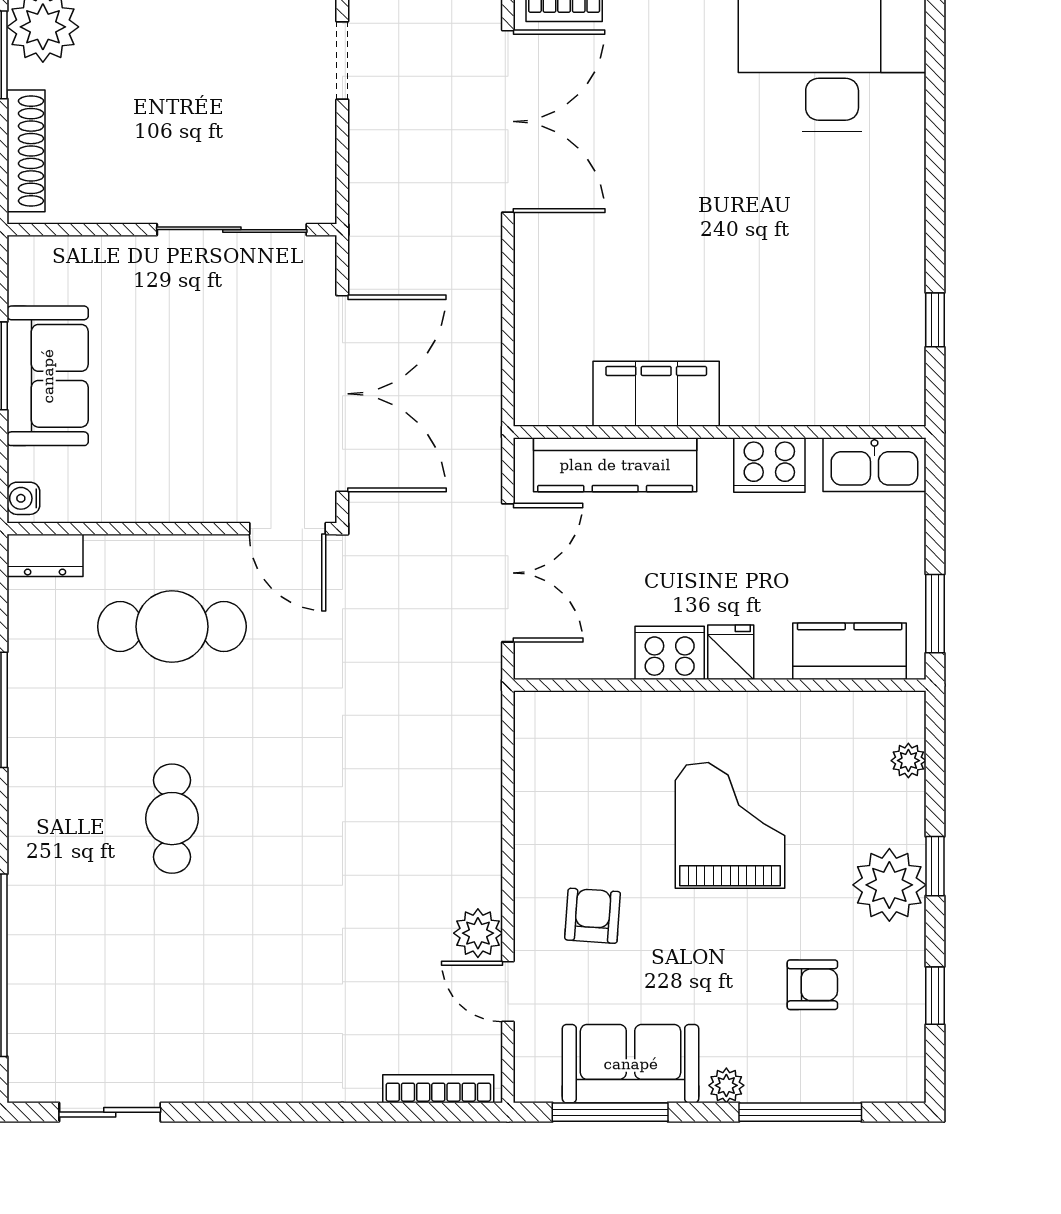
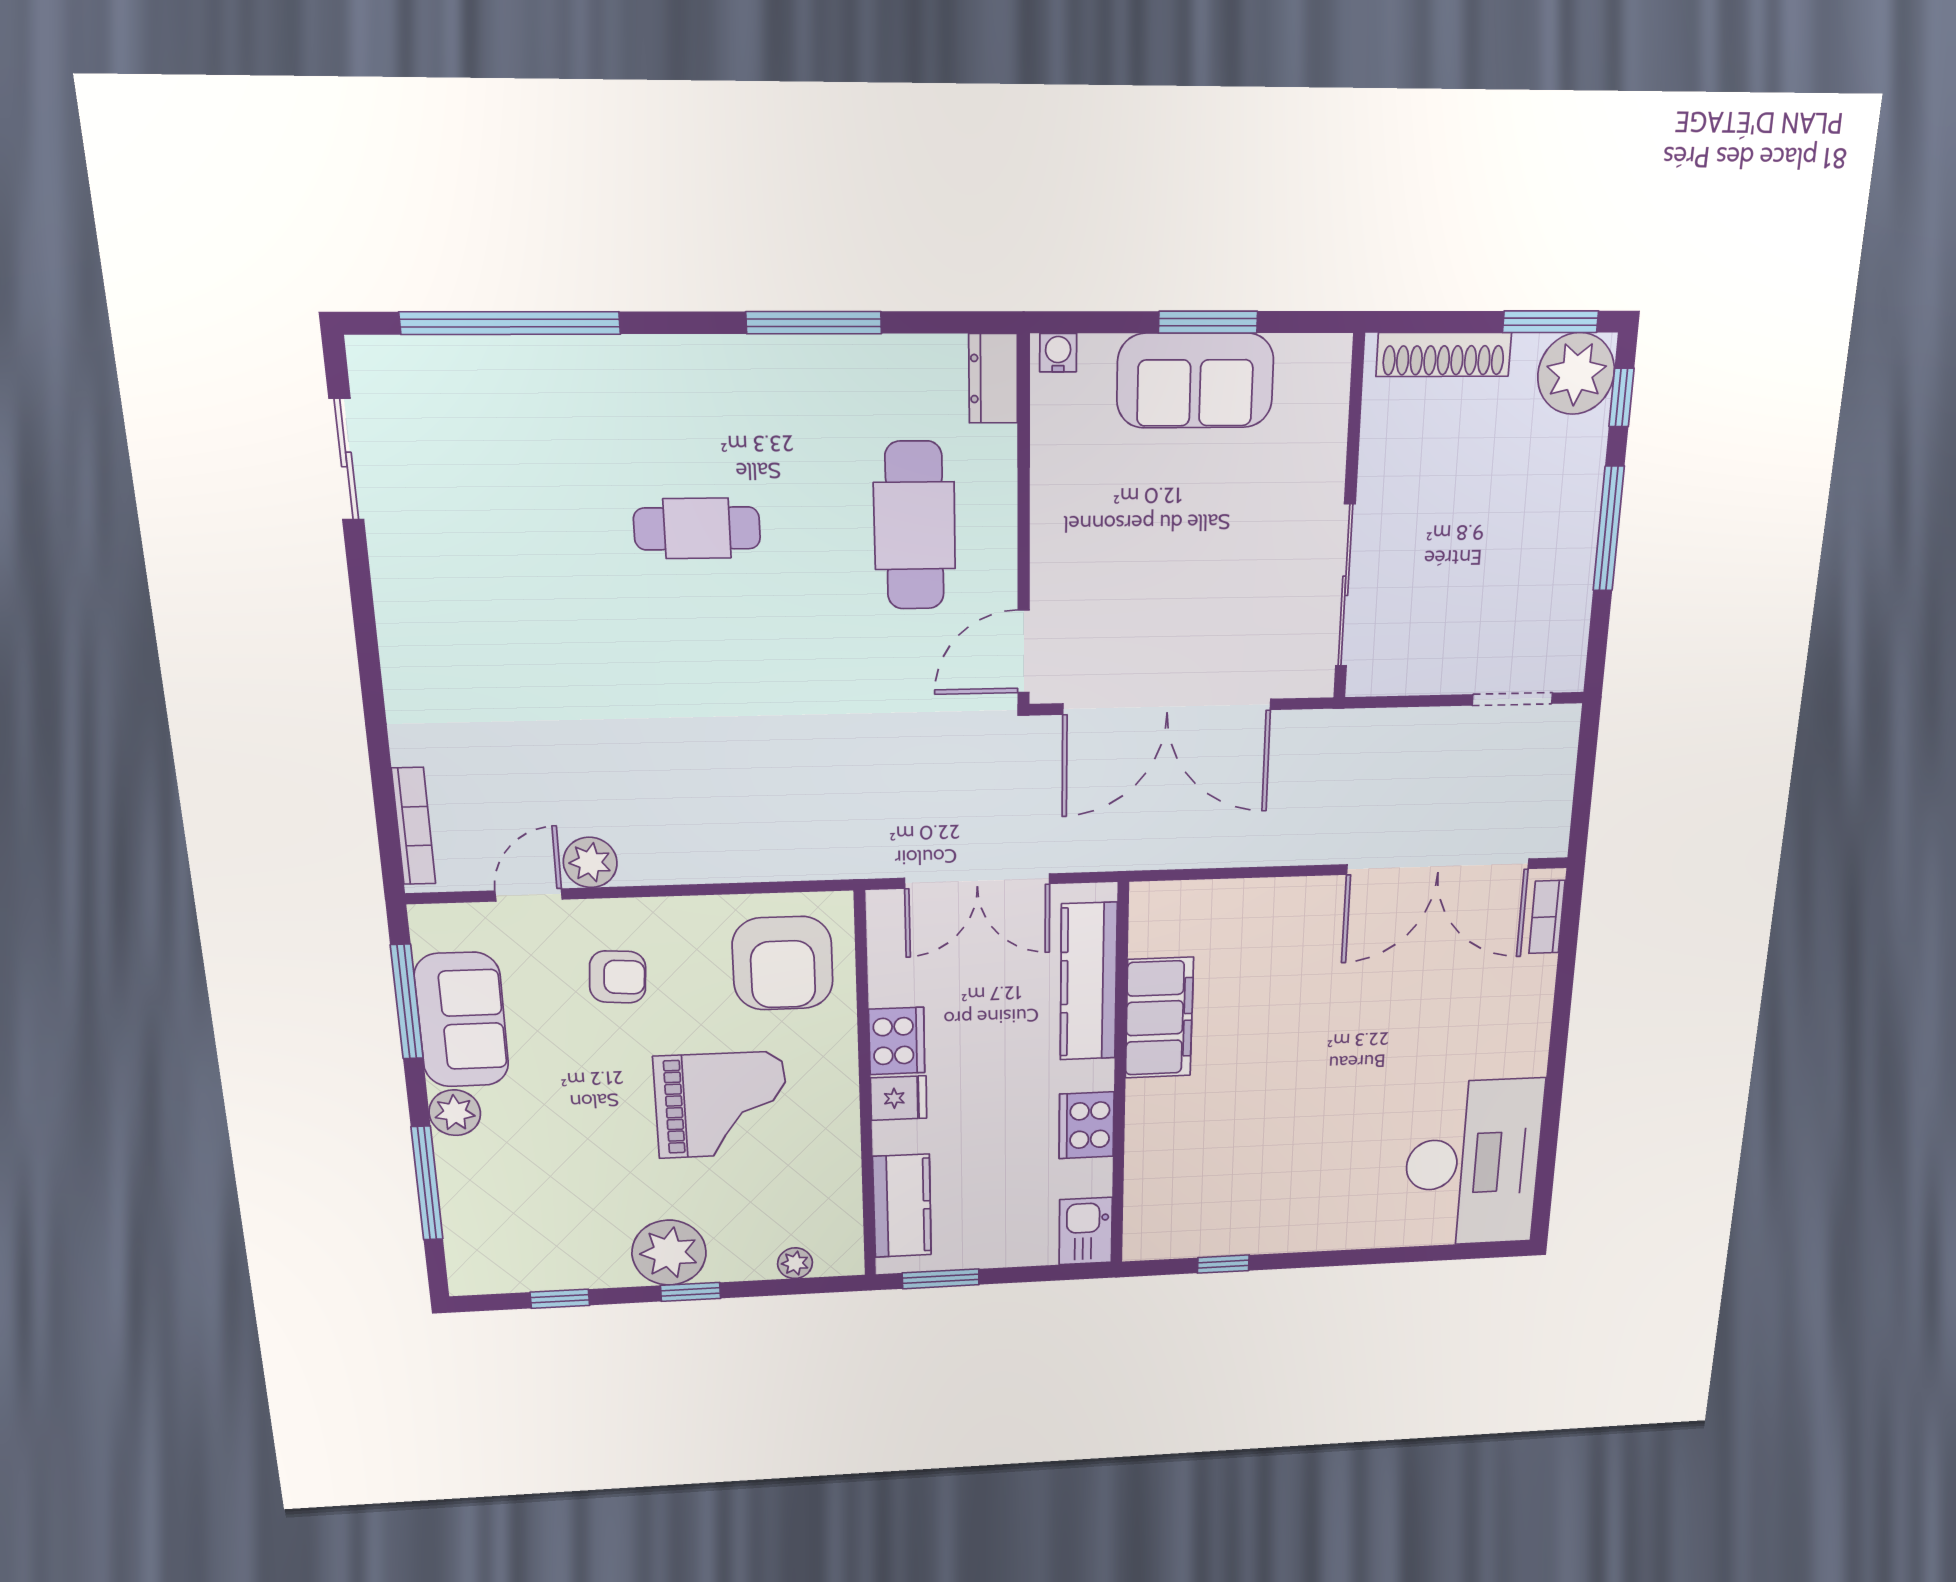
kitchen sink: (874, 465) -> (1086, 1231), width x0.73
armchair: (812, 985) -> (783, 963), moved, width x1.88, depth x1.88
plant: (726, 1085) -> (455, 1113), width x1.38, depth x1.38

